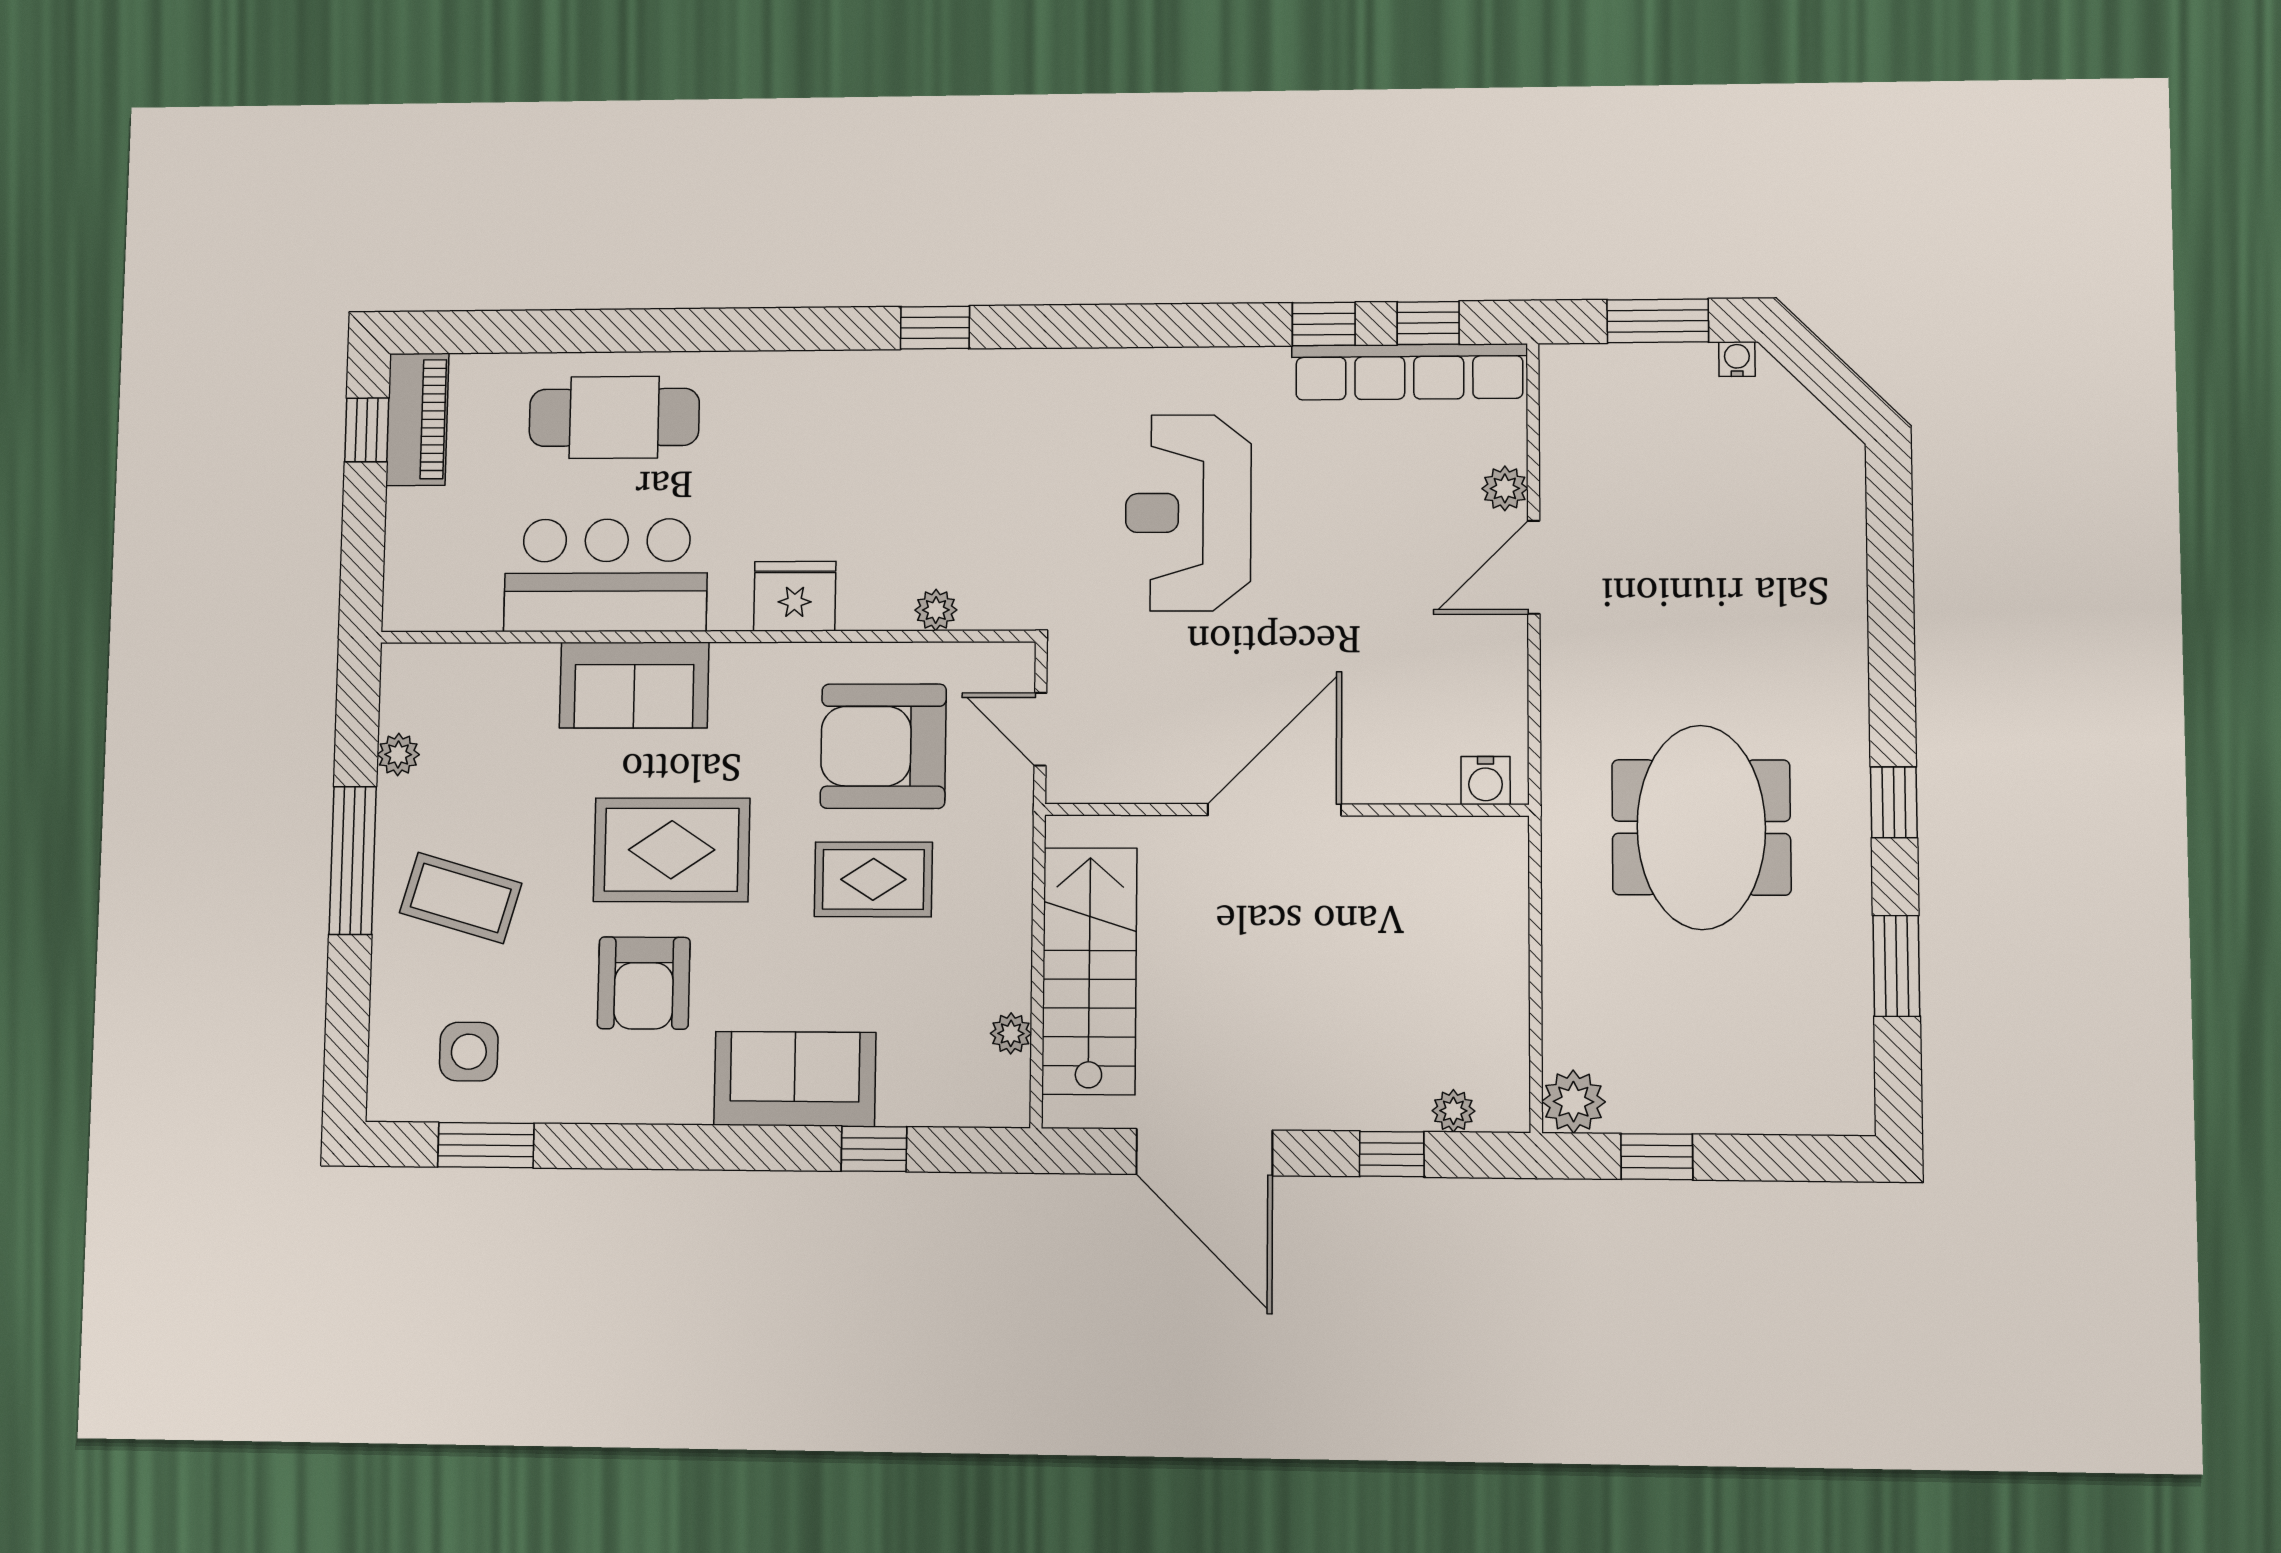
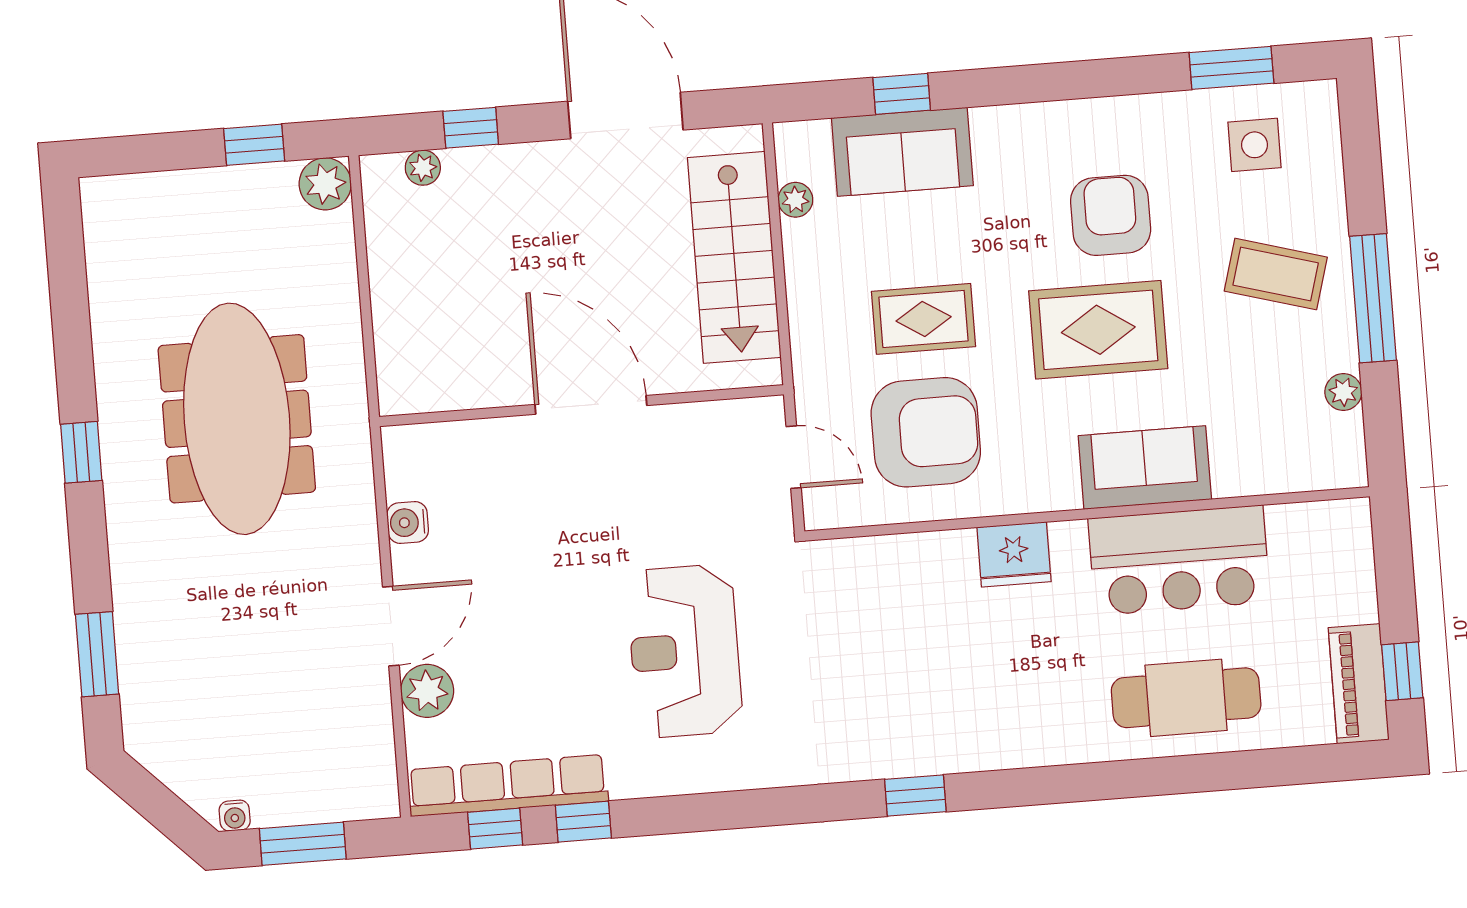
plant: (1505, 488) -> (427, 691), width x1.38, depth x1.38
reception desk: (1188, 513) -> (685, 651), turned 180
plant: (936, 610) -> (892, 552), removed
water cooler: (1486, 781) -> (408, 522), moved, turned -90
door: (1274, 810) -> (591, 405), swing flipped
meeting table: (1701, 827) -> (237, 419), width x1.36
window: (1896, 966) -> (97, 654), moved
sofa: (795, 1079) -> (902, 152), moved

